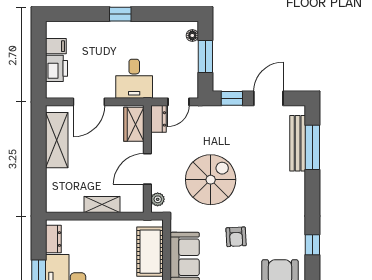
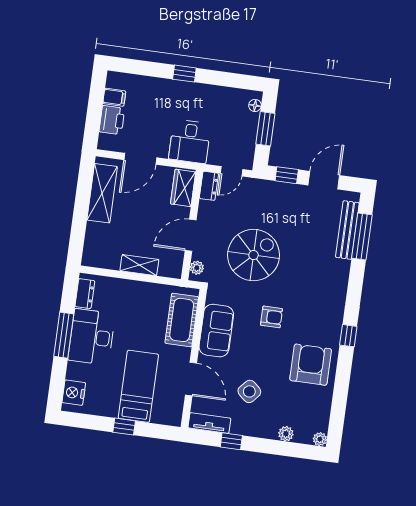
armchair: (236, 237) -> (272, 317), turned -87

